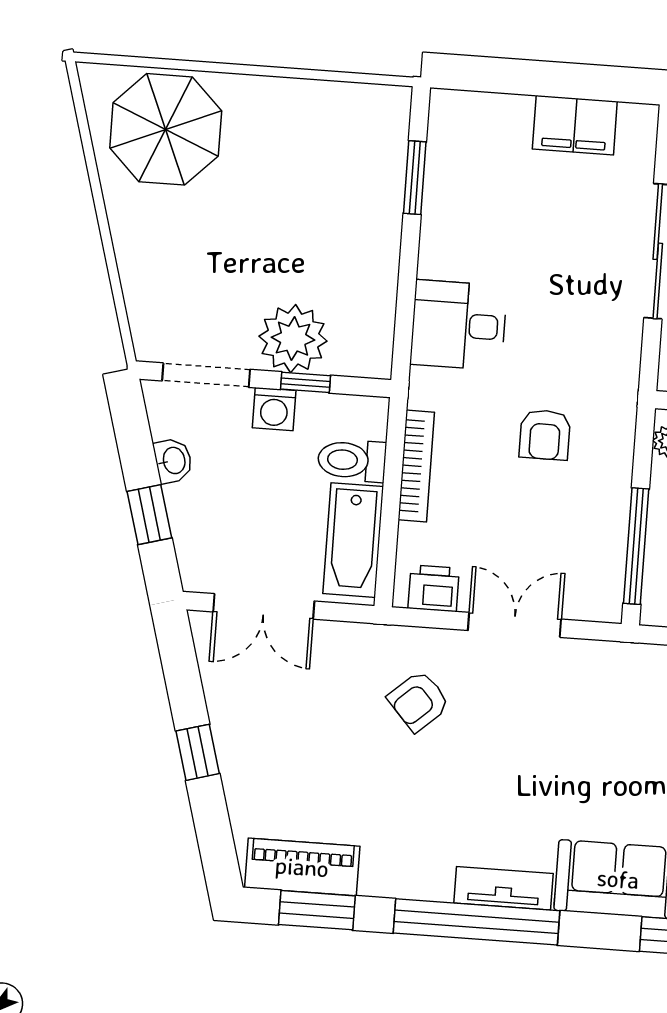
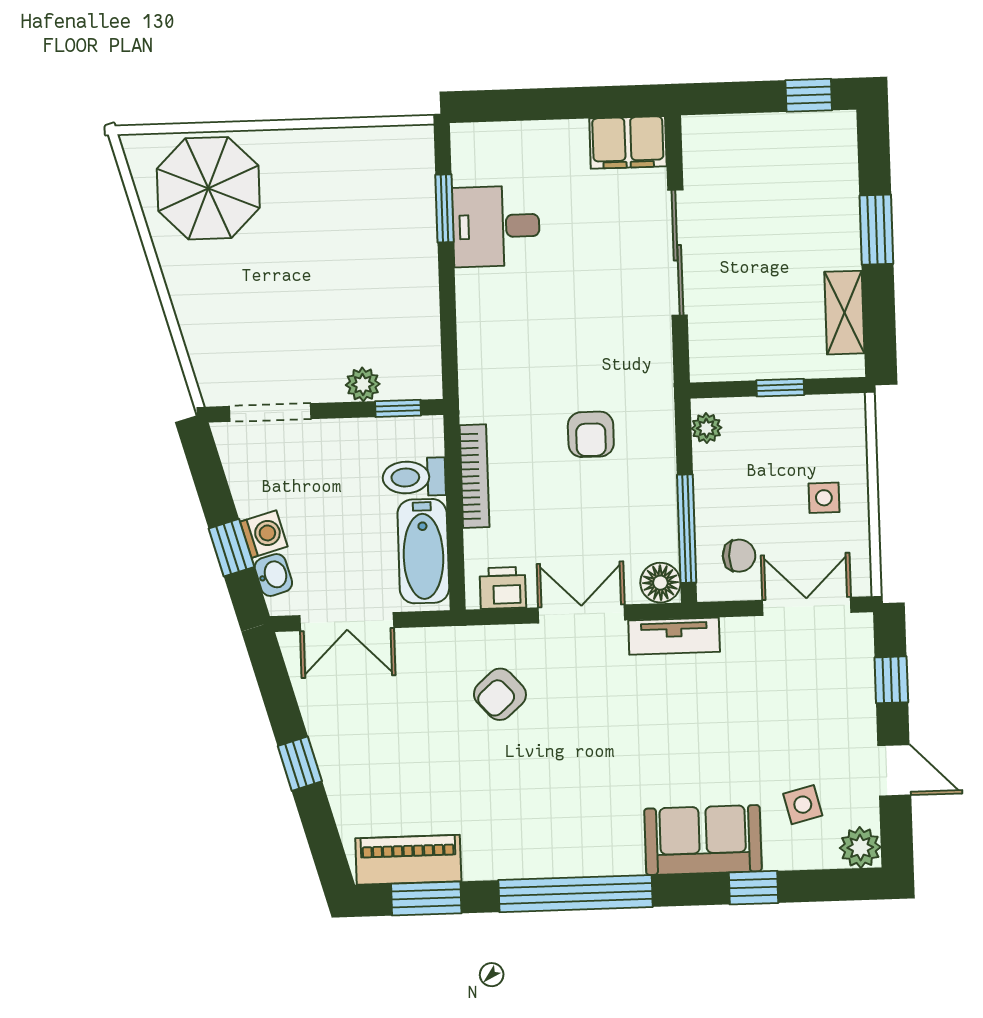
filing cabinet: (575, 125) -> (628, 142), moved
desk: (459, 325) -> (496, 226), moved
plant: (293, 339) -> (363, 384), width x0.53, depth x0.53
window: (305, 382) -> (398, 408), moved
washing machine: (274, 409) -> (264, 534), moved, turned -106
washbasin: (173, 461) -> (273, 575), moved
floor lamp: (602, 601) -> (660, 583), added
tv unit: (504, 888) -> (674, 636), moved, turned 180

